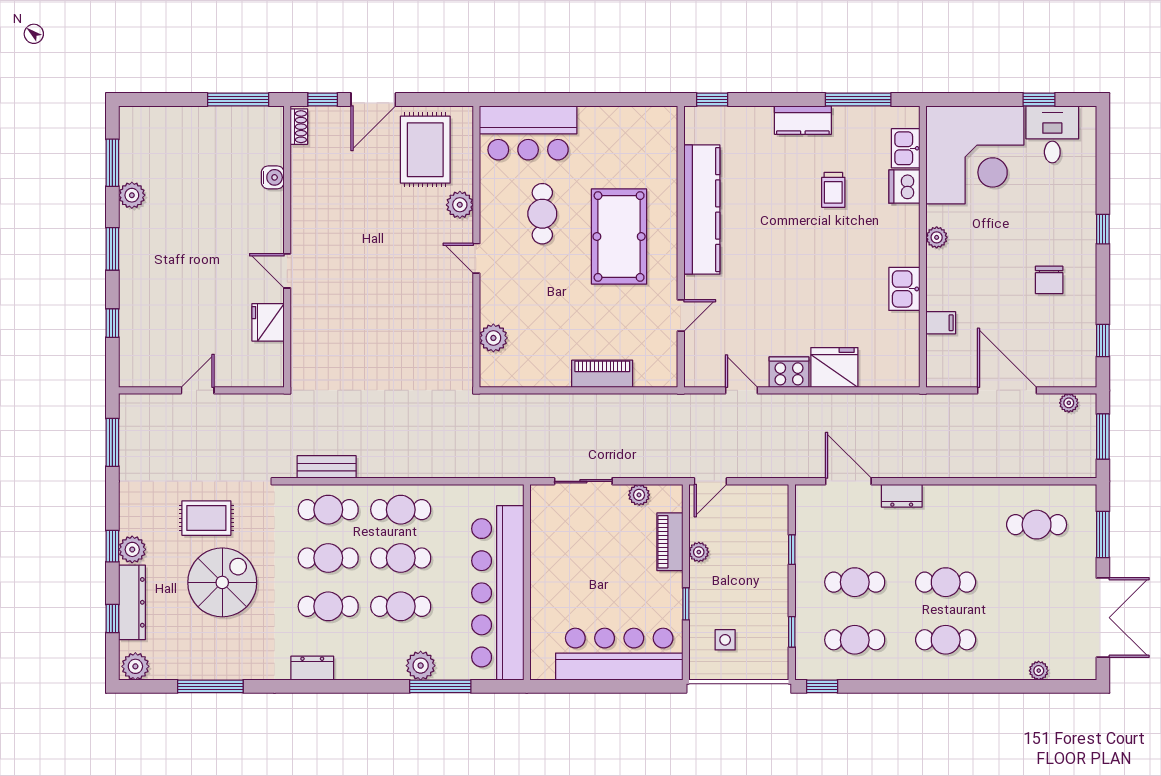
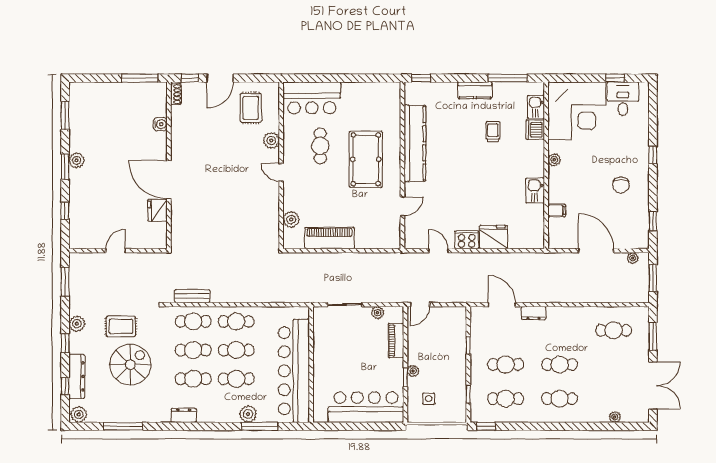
rug: (425, 150) -> (251, 108), width x0.73, depth x0.70
trolley: (833, 190) -> (493, 132), turned 180
plant: (132, 195) -> (77, 160), moved
door: (287, 271) -> (169, 180), width x1.88
piano: (602, 374) -> (330, 238), moved, width x1.37, depth x1.33
plant: (132, 549) -> (77, 324), moved
plant: (699, 552) -> (413, 371), moved

